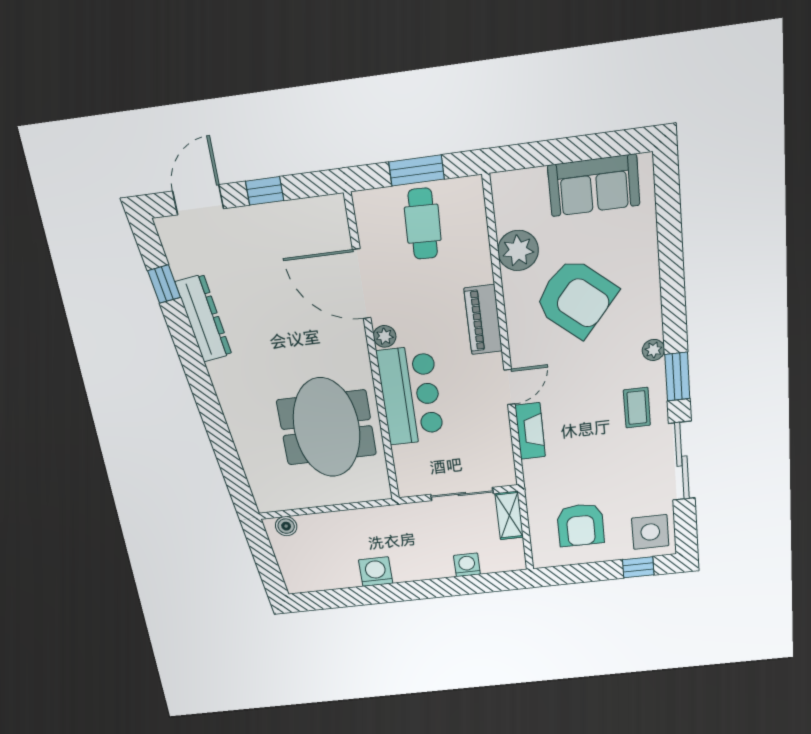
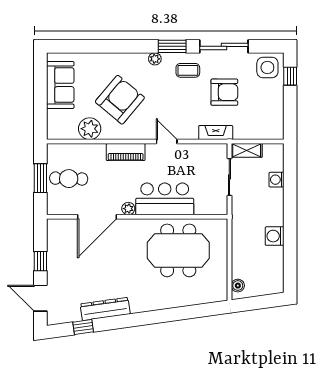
fireplace: (530, 431) -> (216, 133), moved
armchair: (581, 525) -> (224, 92), moved

